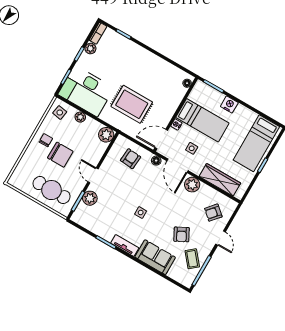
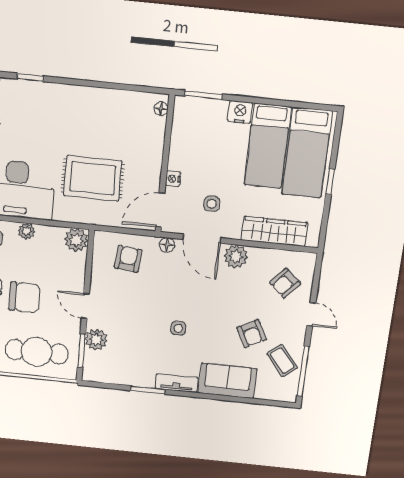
bed: (202, 120) -> (268, 146), moved, turned 90

